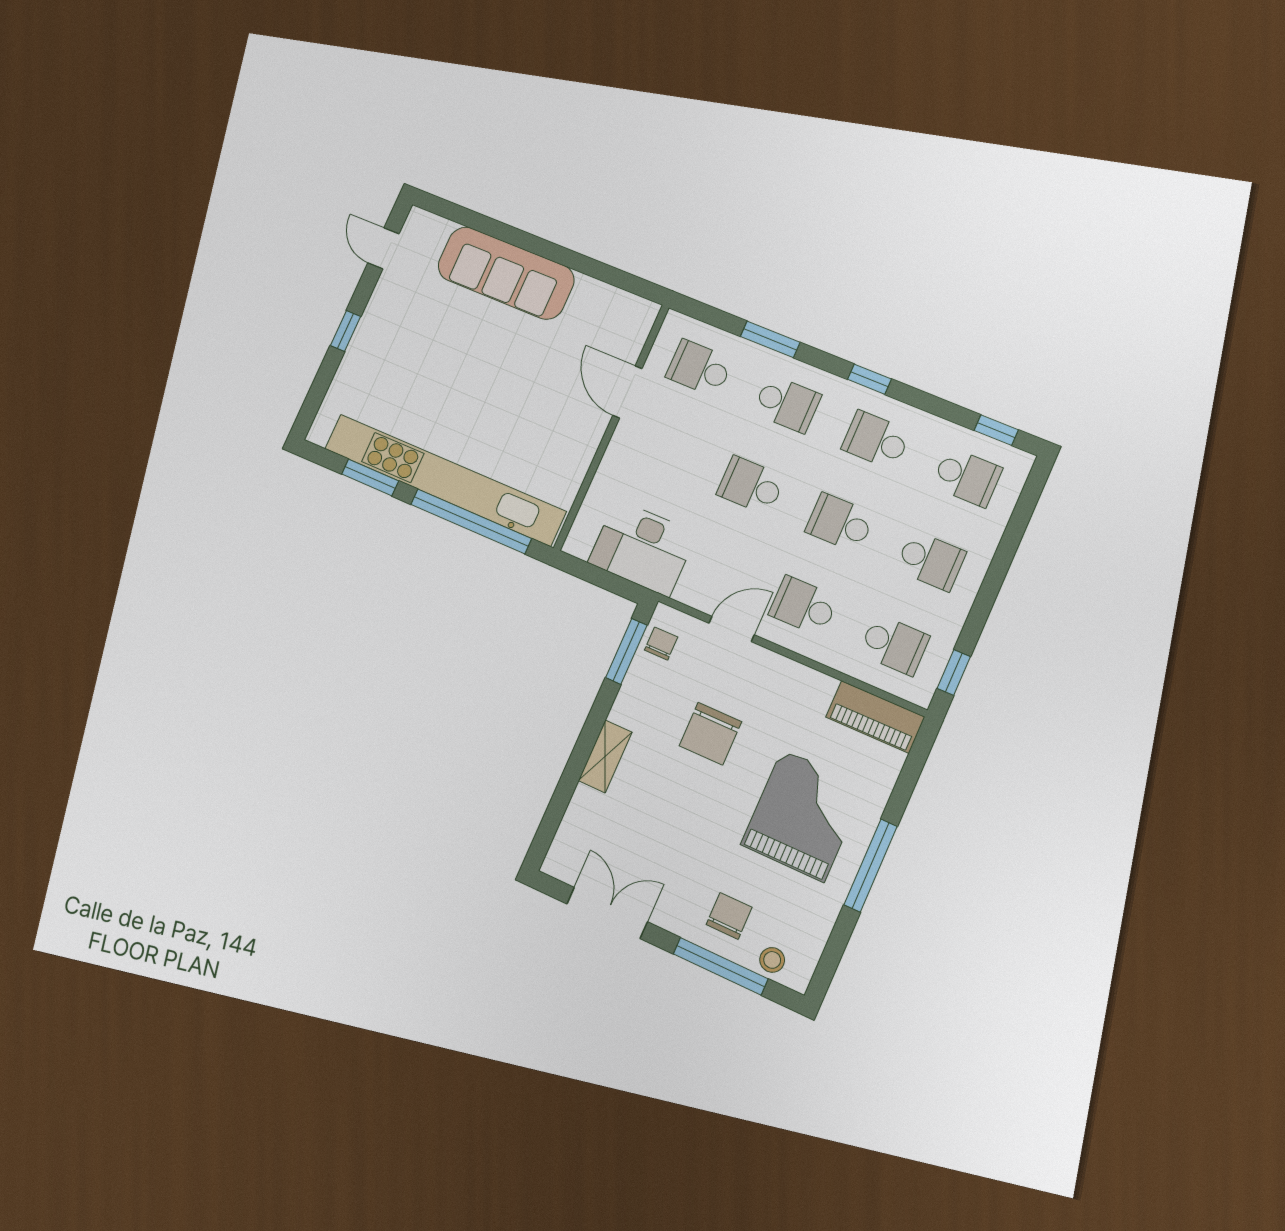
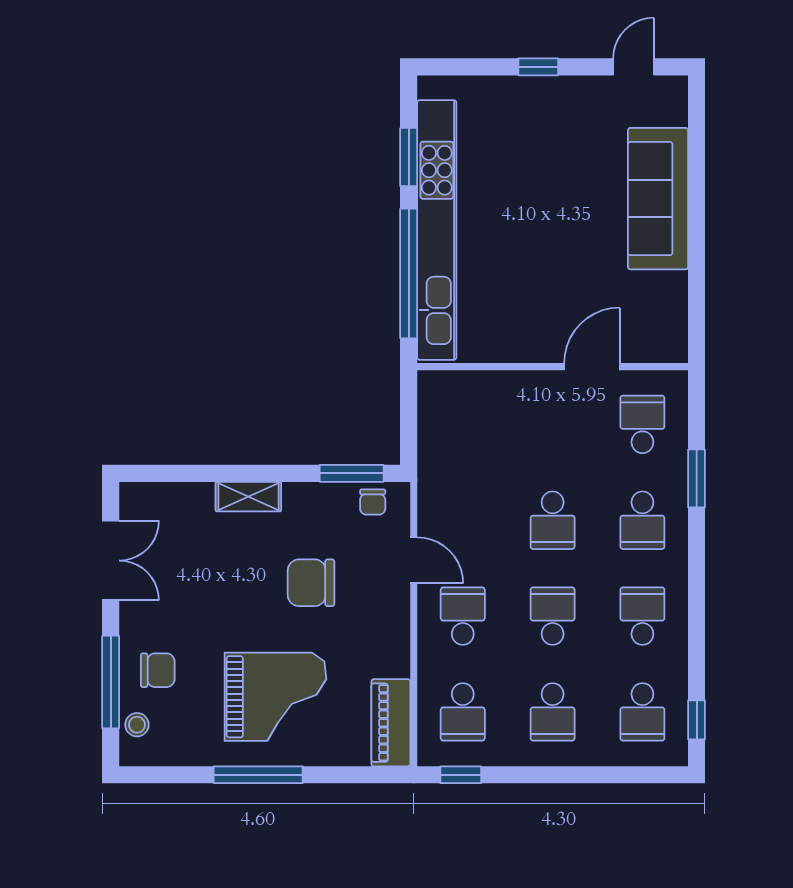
window: (870, 379) -> (697, 586), removed
school desk: (751, 486) -> (553, 520), turned 180
desk: (642, 548) -> (453, 446), removed
chair: (661, 644) -> (373, 502), turned 90

